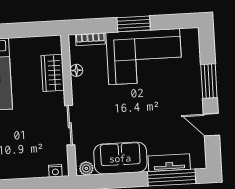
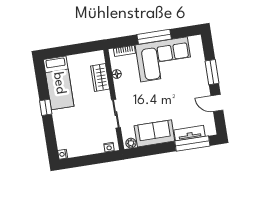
window: (134, 24) -> (154, 37), width x1.44

